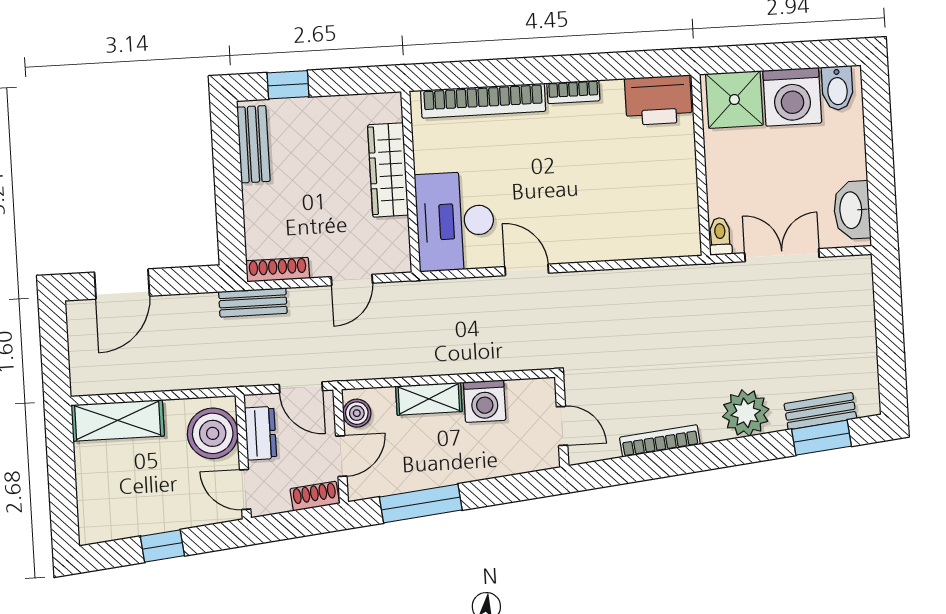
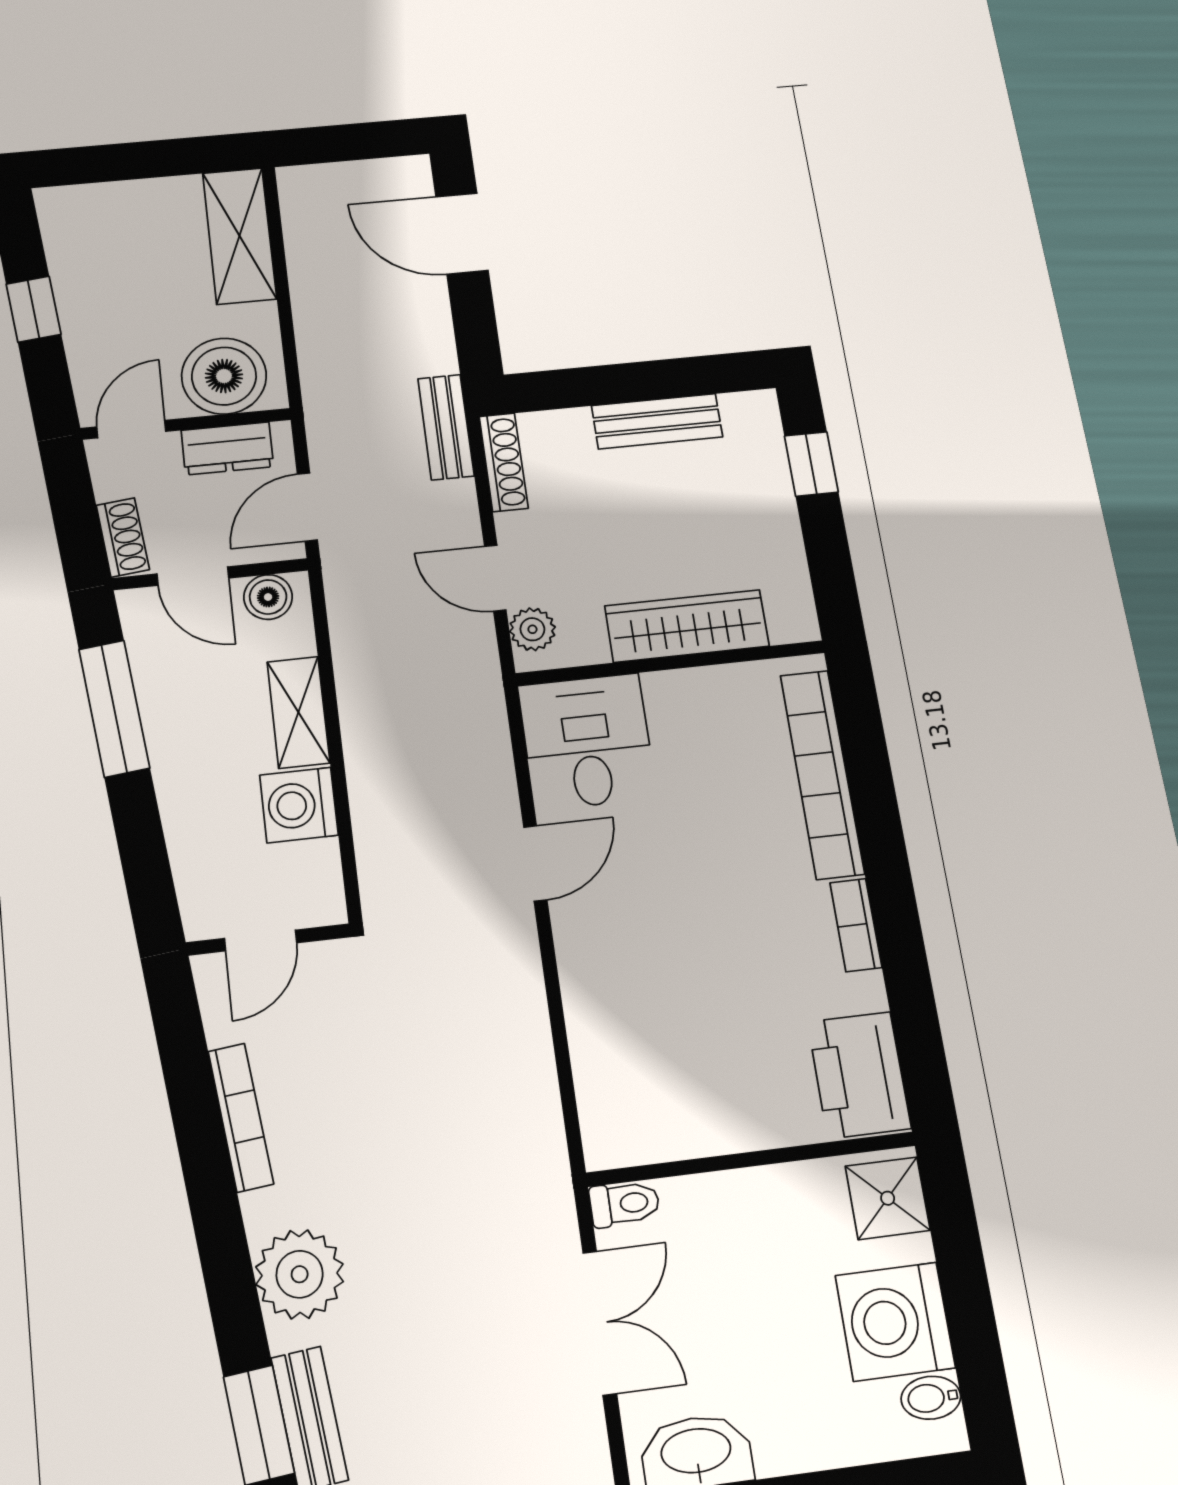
bidet: (837, 88) -> (931, 1398), width x0.72, depth x0.74
shower: (734, 100) -> (888, 1198), width x0.73, depth x0.73
bench: (254, 144) -> (657, 421), moved
desk: (455, 221) -> (587, 741), width x0.73
plant: (385, 261) -> (532, 629), added

